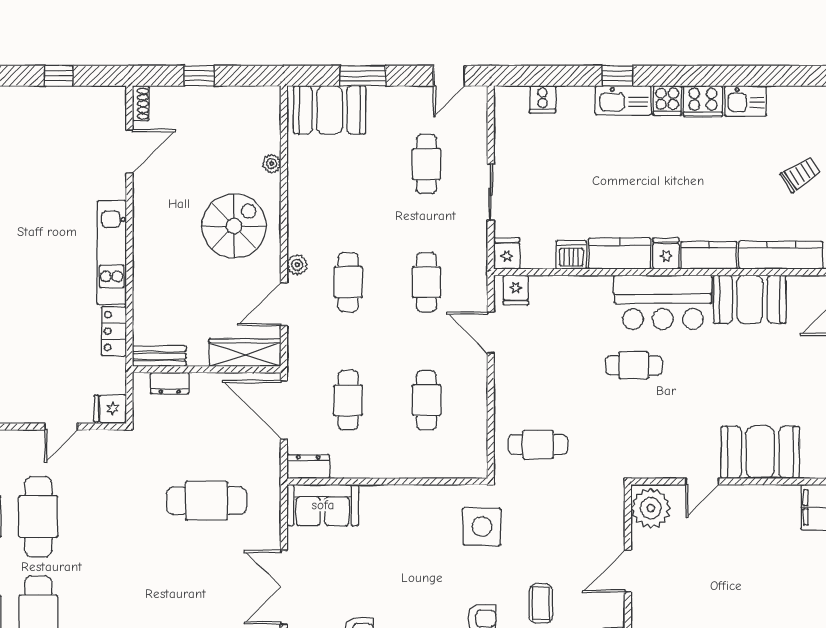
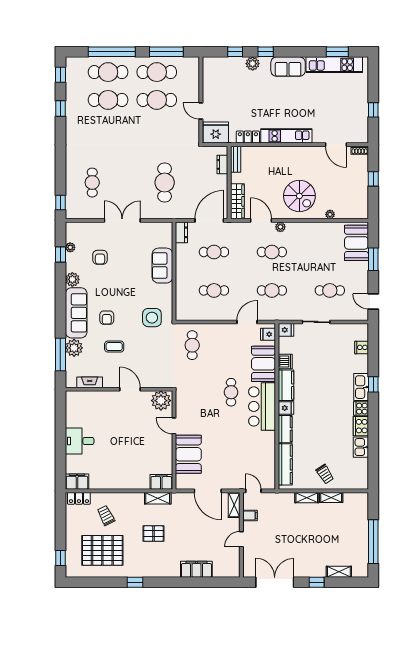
booth: (750, 299) -> (263, 364), moved
fridge: (110, 409) -> (216, 132), width x1.88, depth x1.34
sofa: (323, 505) -> (162, 266), moved

